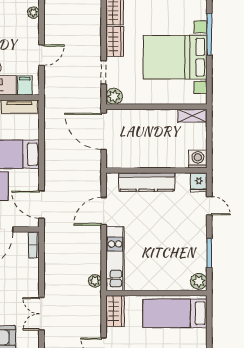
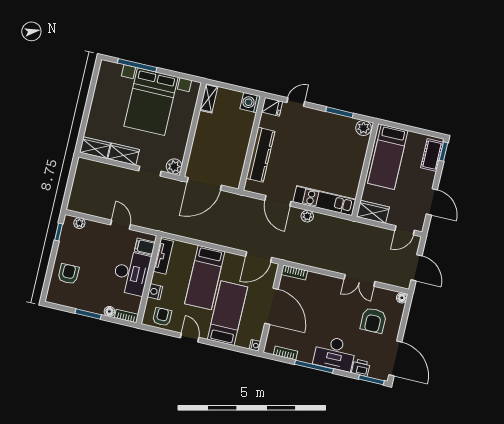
plant: (95, 281) -> (307, 216), moved

